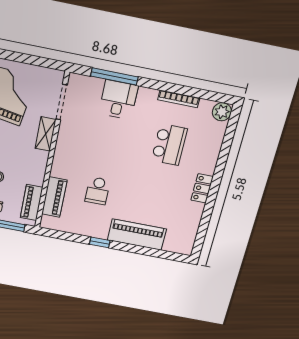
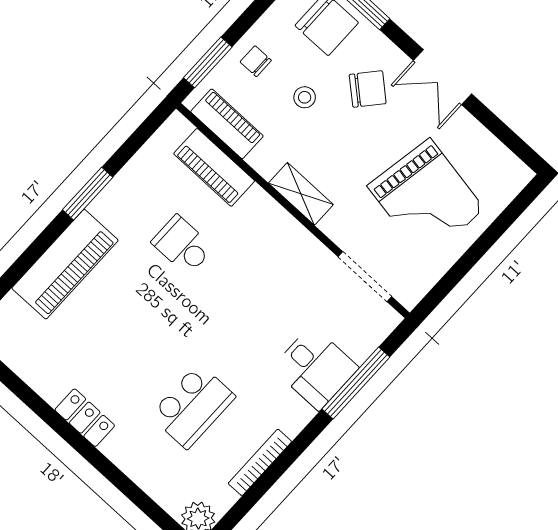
shelving: (46, 134) -> (301, 194), moved
school desk: (169, 145) -> (193, 406), turned -90
window: (100, 242) -> (88, 194), width x1.50

